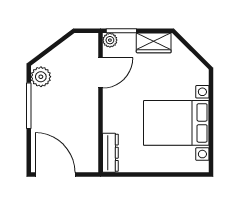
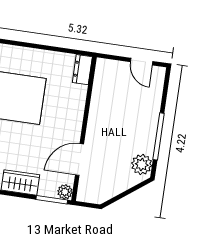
dresser: (110, 153) -> (82, 70), width x0.70
door: (55, 175) -> (142, 62), width x0.53

